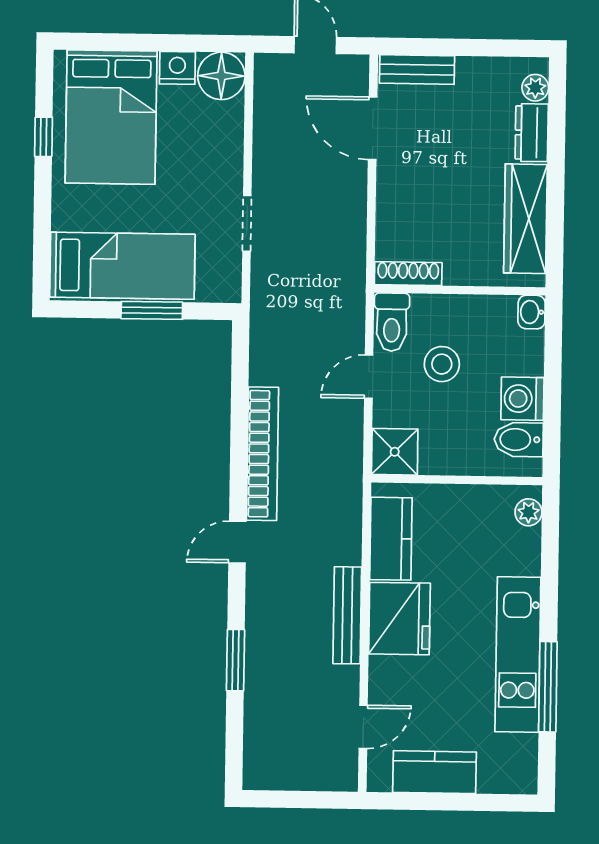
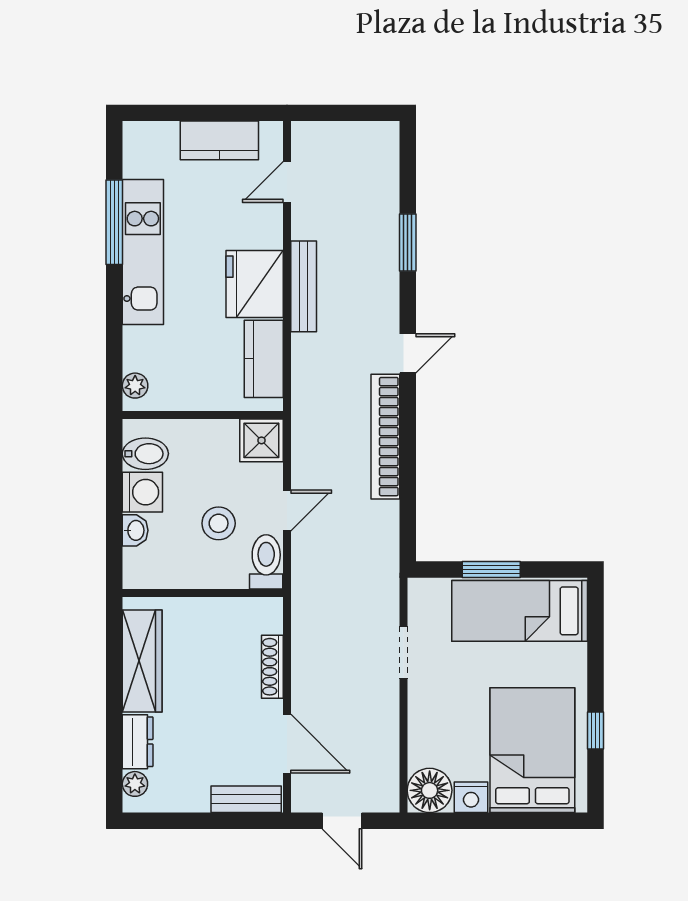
shoe rack: (408, 274) -> (272, 667), moved, turned 90
washbasin: (532, 312) -> (135, 530), moved

